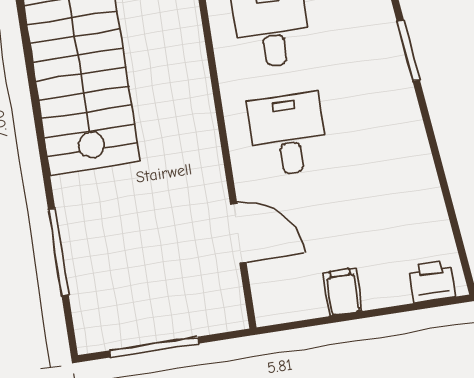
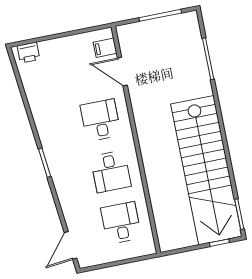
desk: (288, 134) -> (101, 120), turned 180
filing cabinet: (343, 292) -> (105, 48), moved, turned 90

